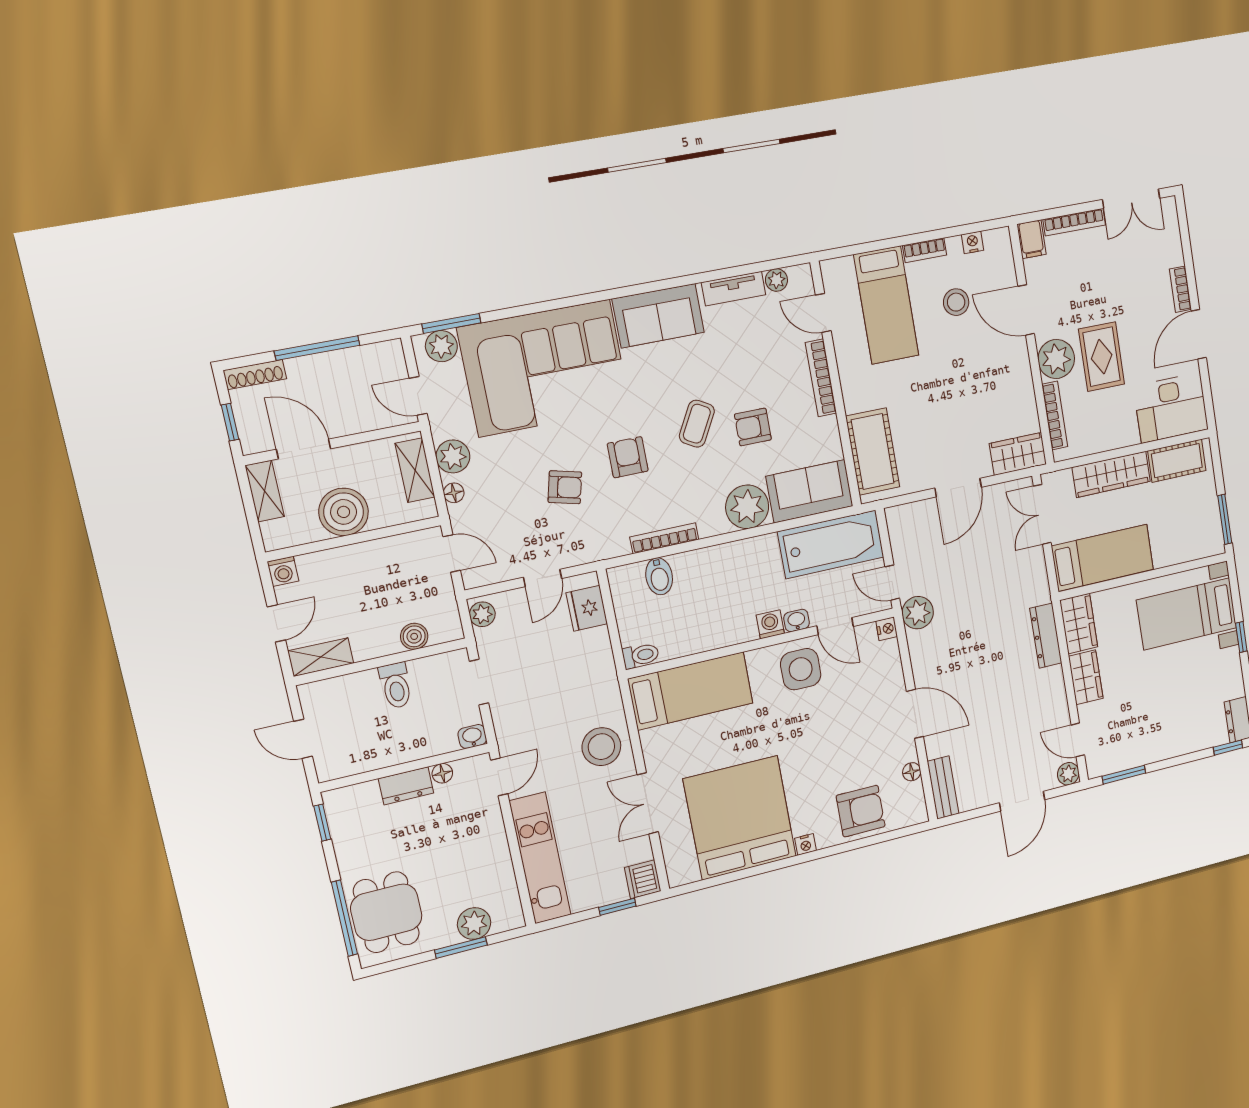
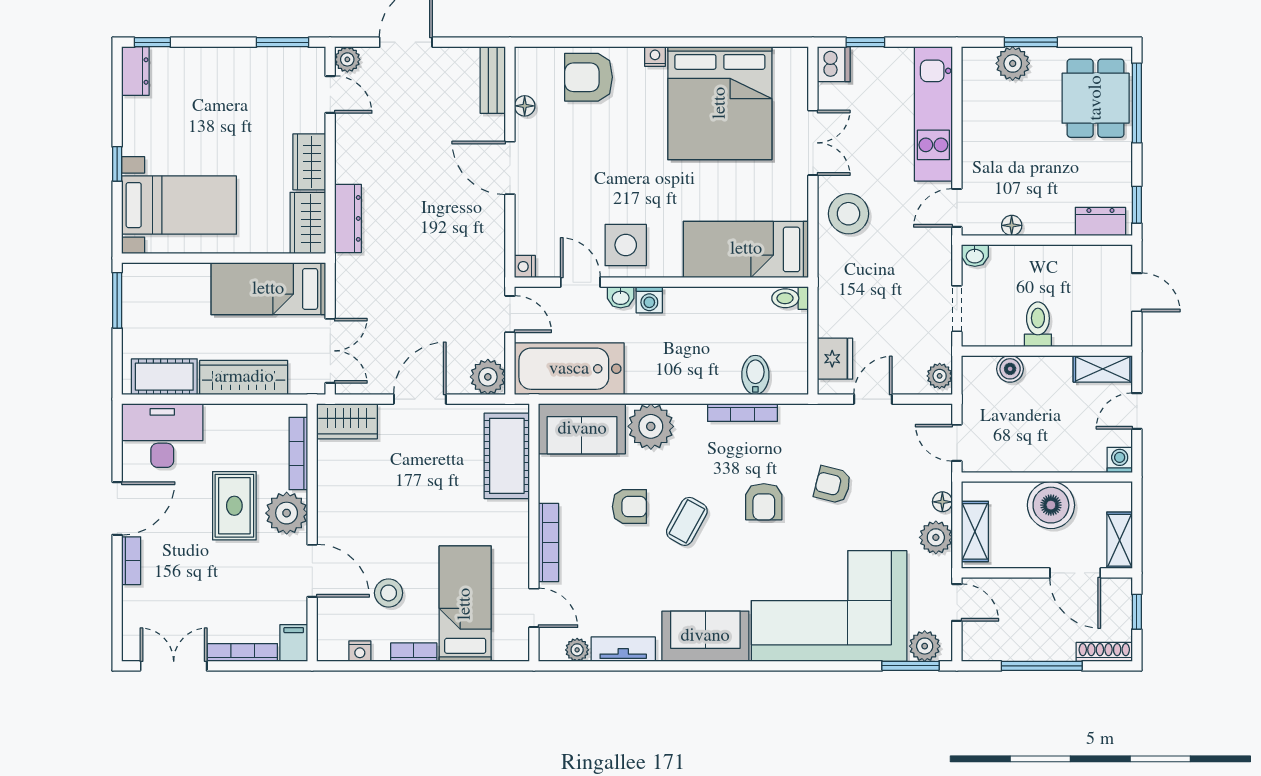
plant: (918, 613) -> (488, 377), moved
dresser: (406, 786) -> (1100, 221), moved

